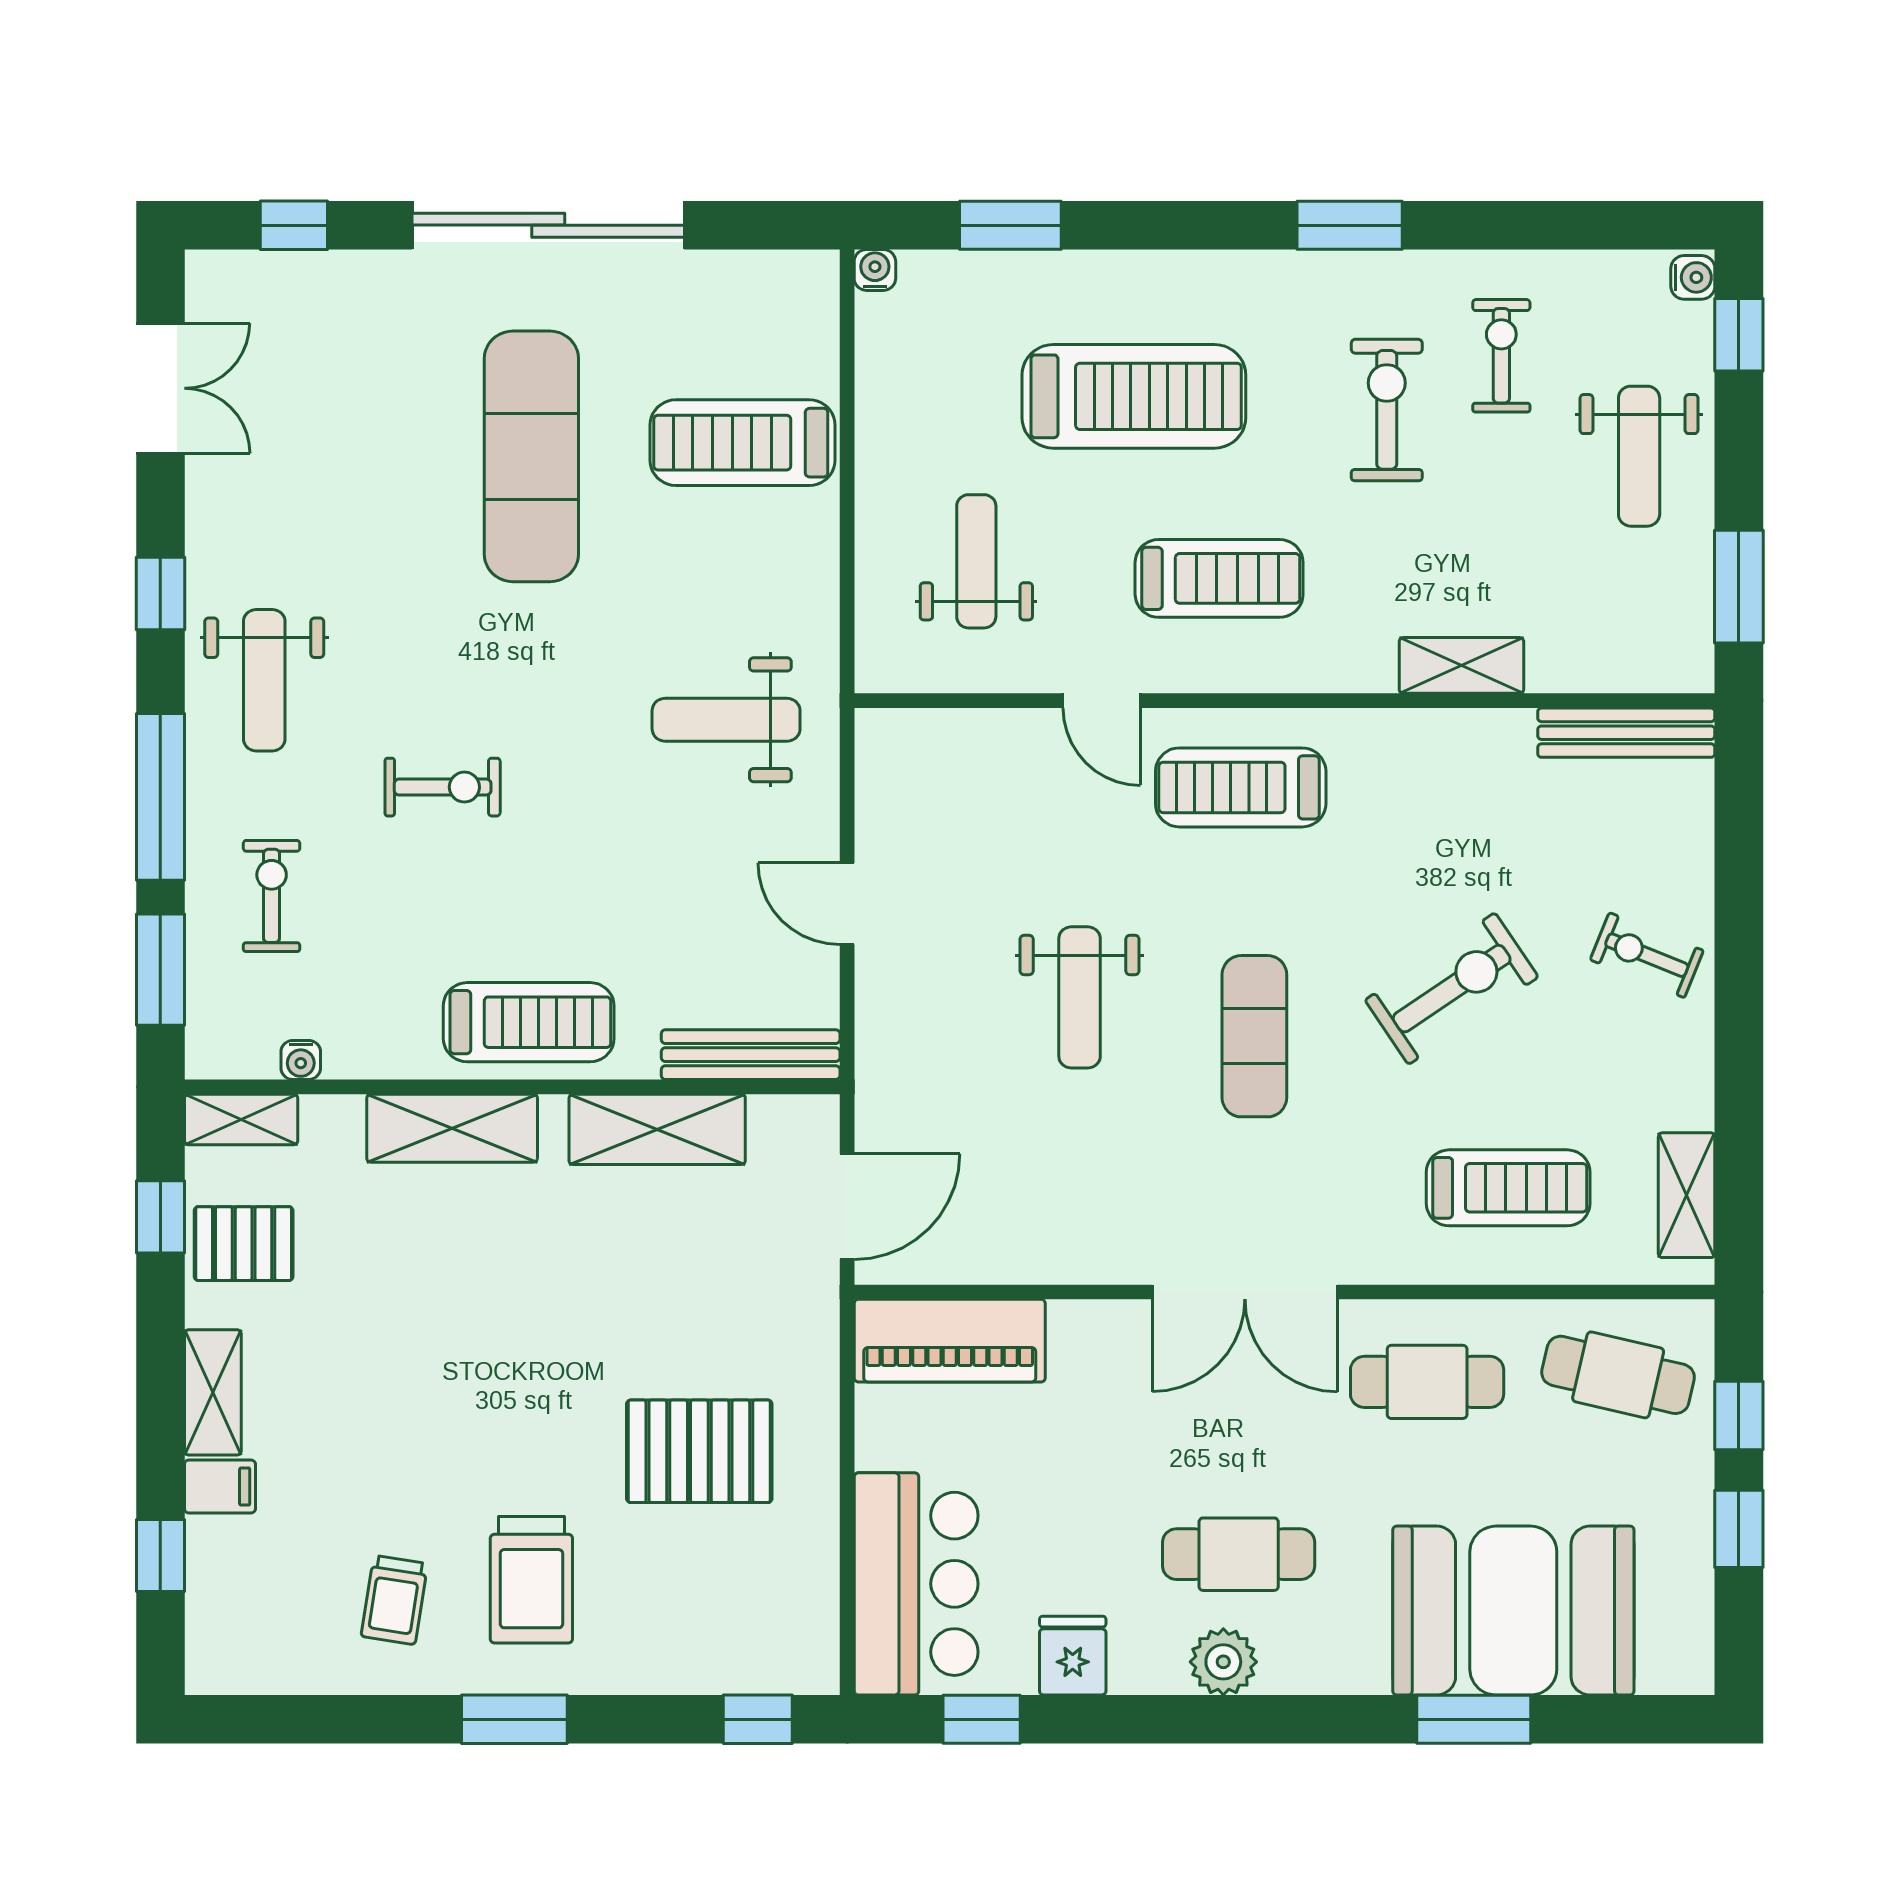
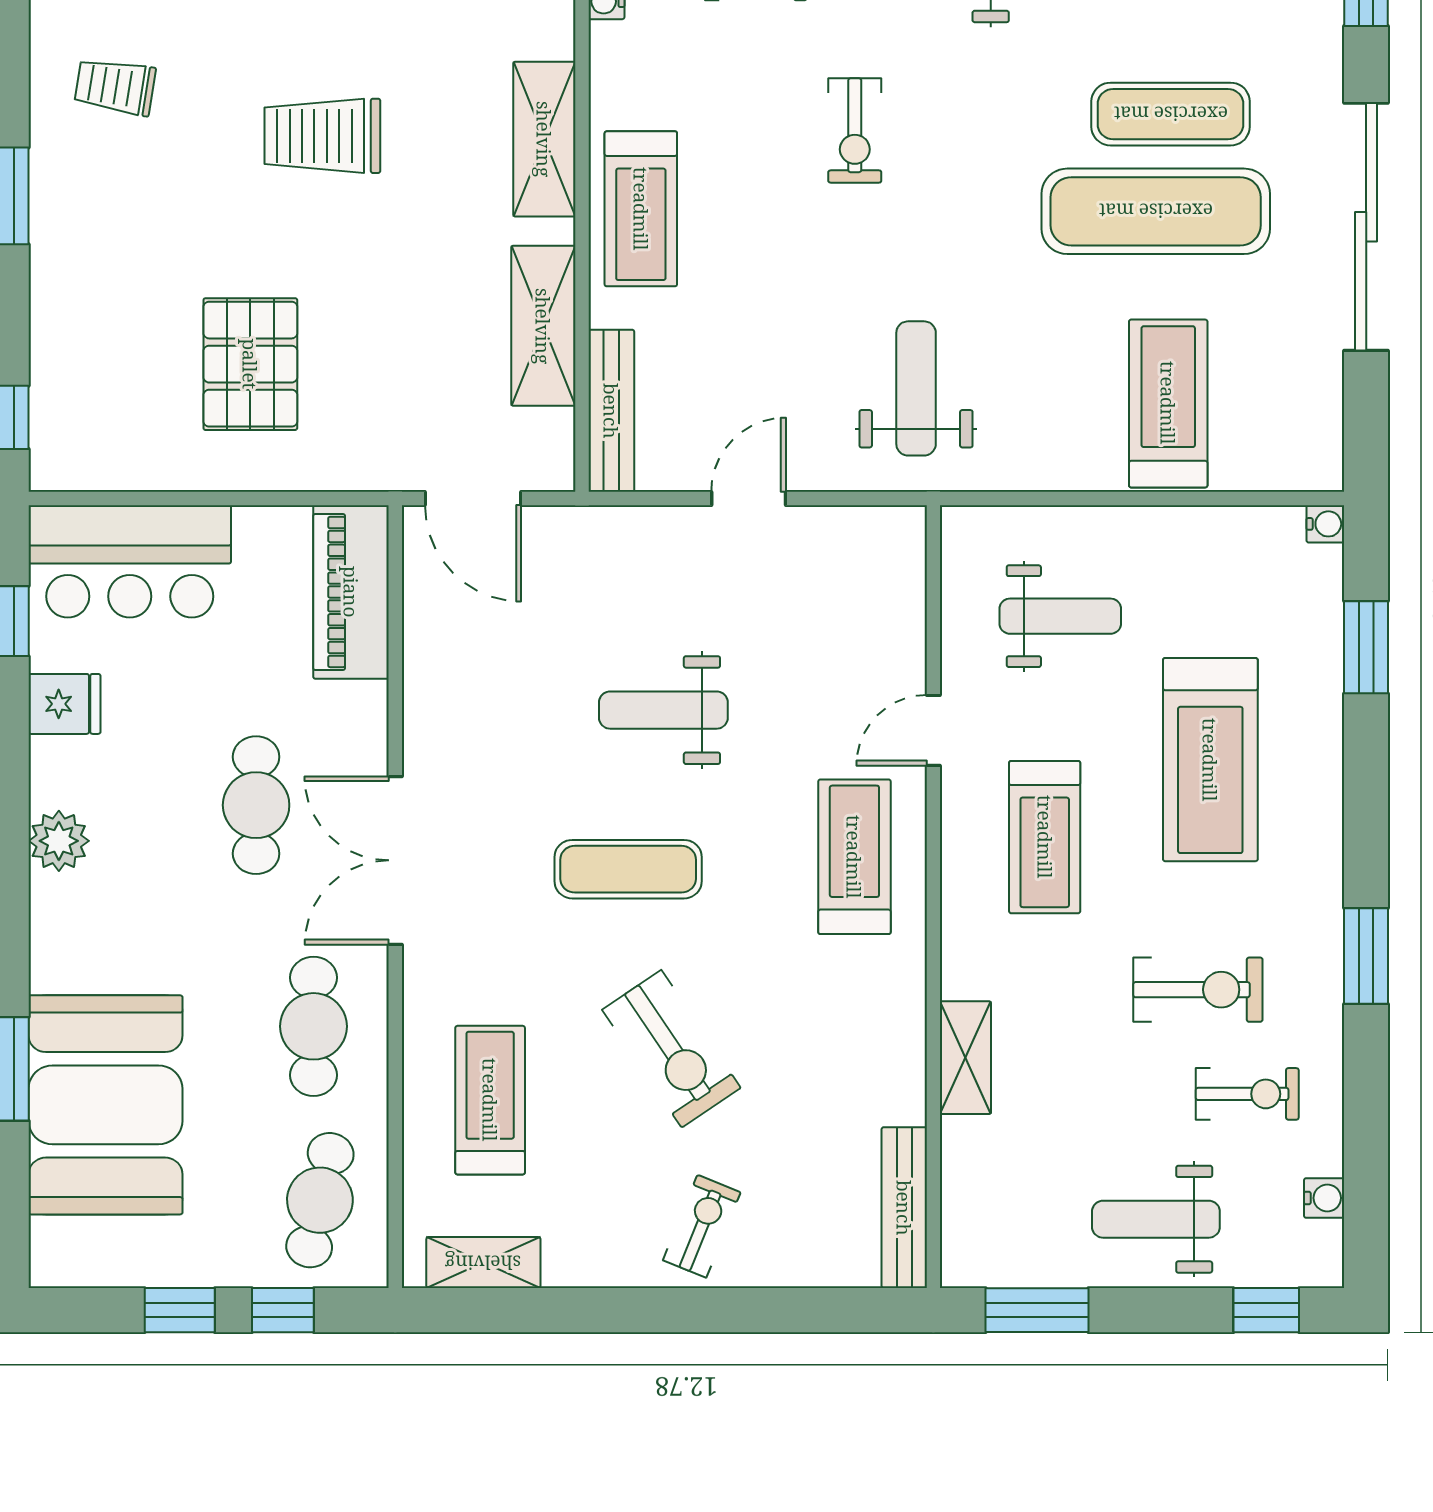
water cooler: (1693, 277) -> (1324, 1198), moved, turned -90
exercise mat: (425, 440) -> (1171, 114), added
treadmill: (1508, 1188) -> (490, 1100), turned 180
cafe table: (1239, 1554) -> (256, 805), moved
trolley: (531, 1580) -> (322, 136), moved

